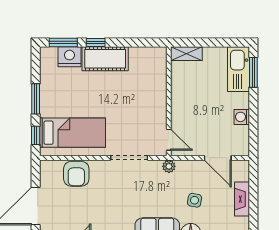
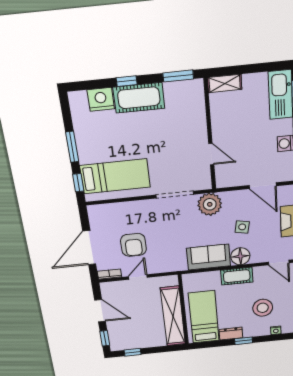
window: (63, 42) -> (178, 76), moved
door: (169, 140) -> (211, 154), moved
plant: (169, 166) -> (210, 204), width x1.88, depth x1.88
armchair: (76, 174) -> (133, 245), moved

